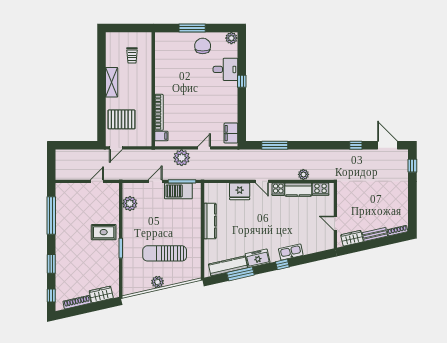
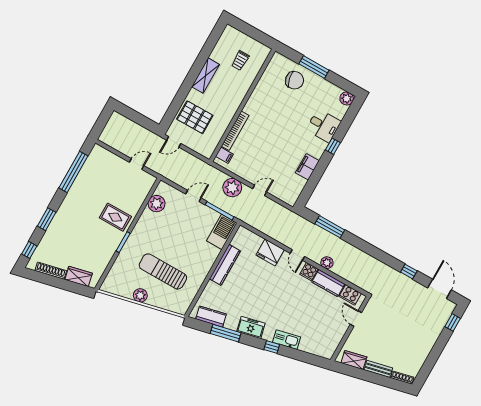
chair: (203, 46) -> (295, 80), moved, turned 79
filing cabinet: (231, 133) -> (307, 167), moved
plant: (303, 174) -> (327, 263), moved
barbecue: (178, 191) -> (222, 232), moved, turned 90
door: (335, 223) -> (356, 318), moved
kitchen counter: (228, 266) -> (211, 317), width x0.67

